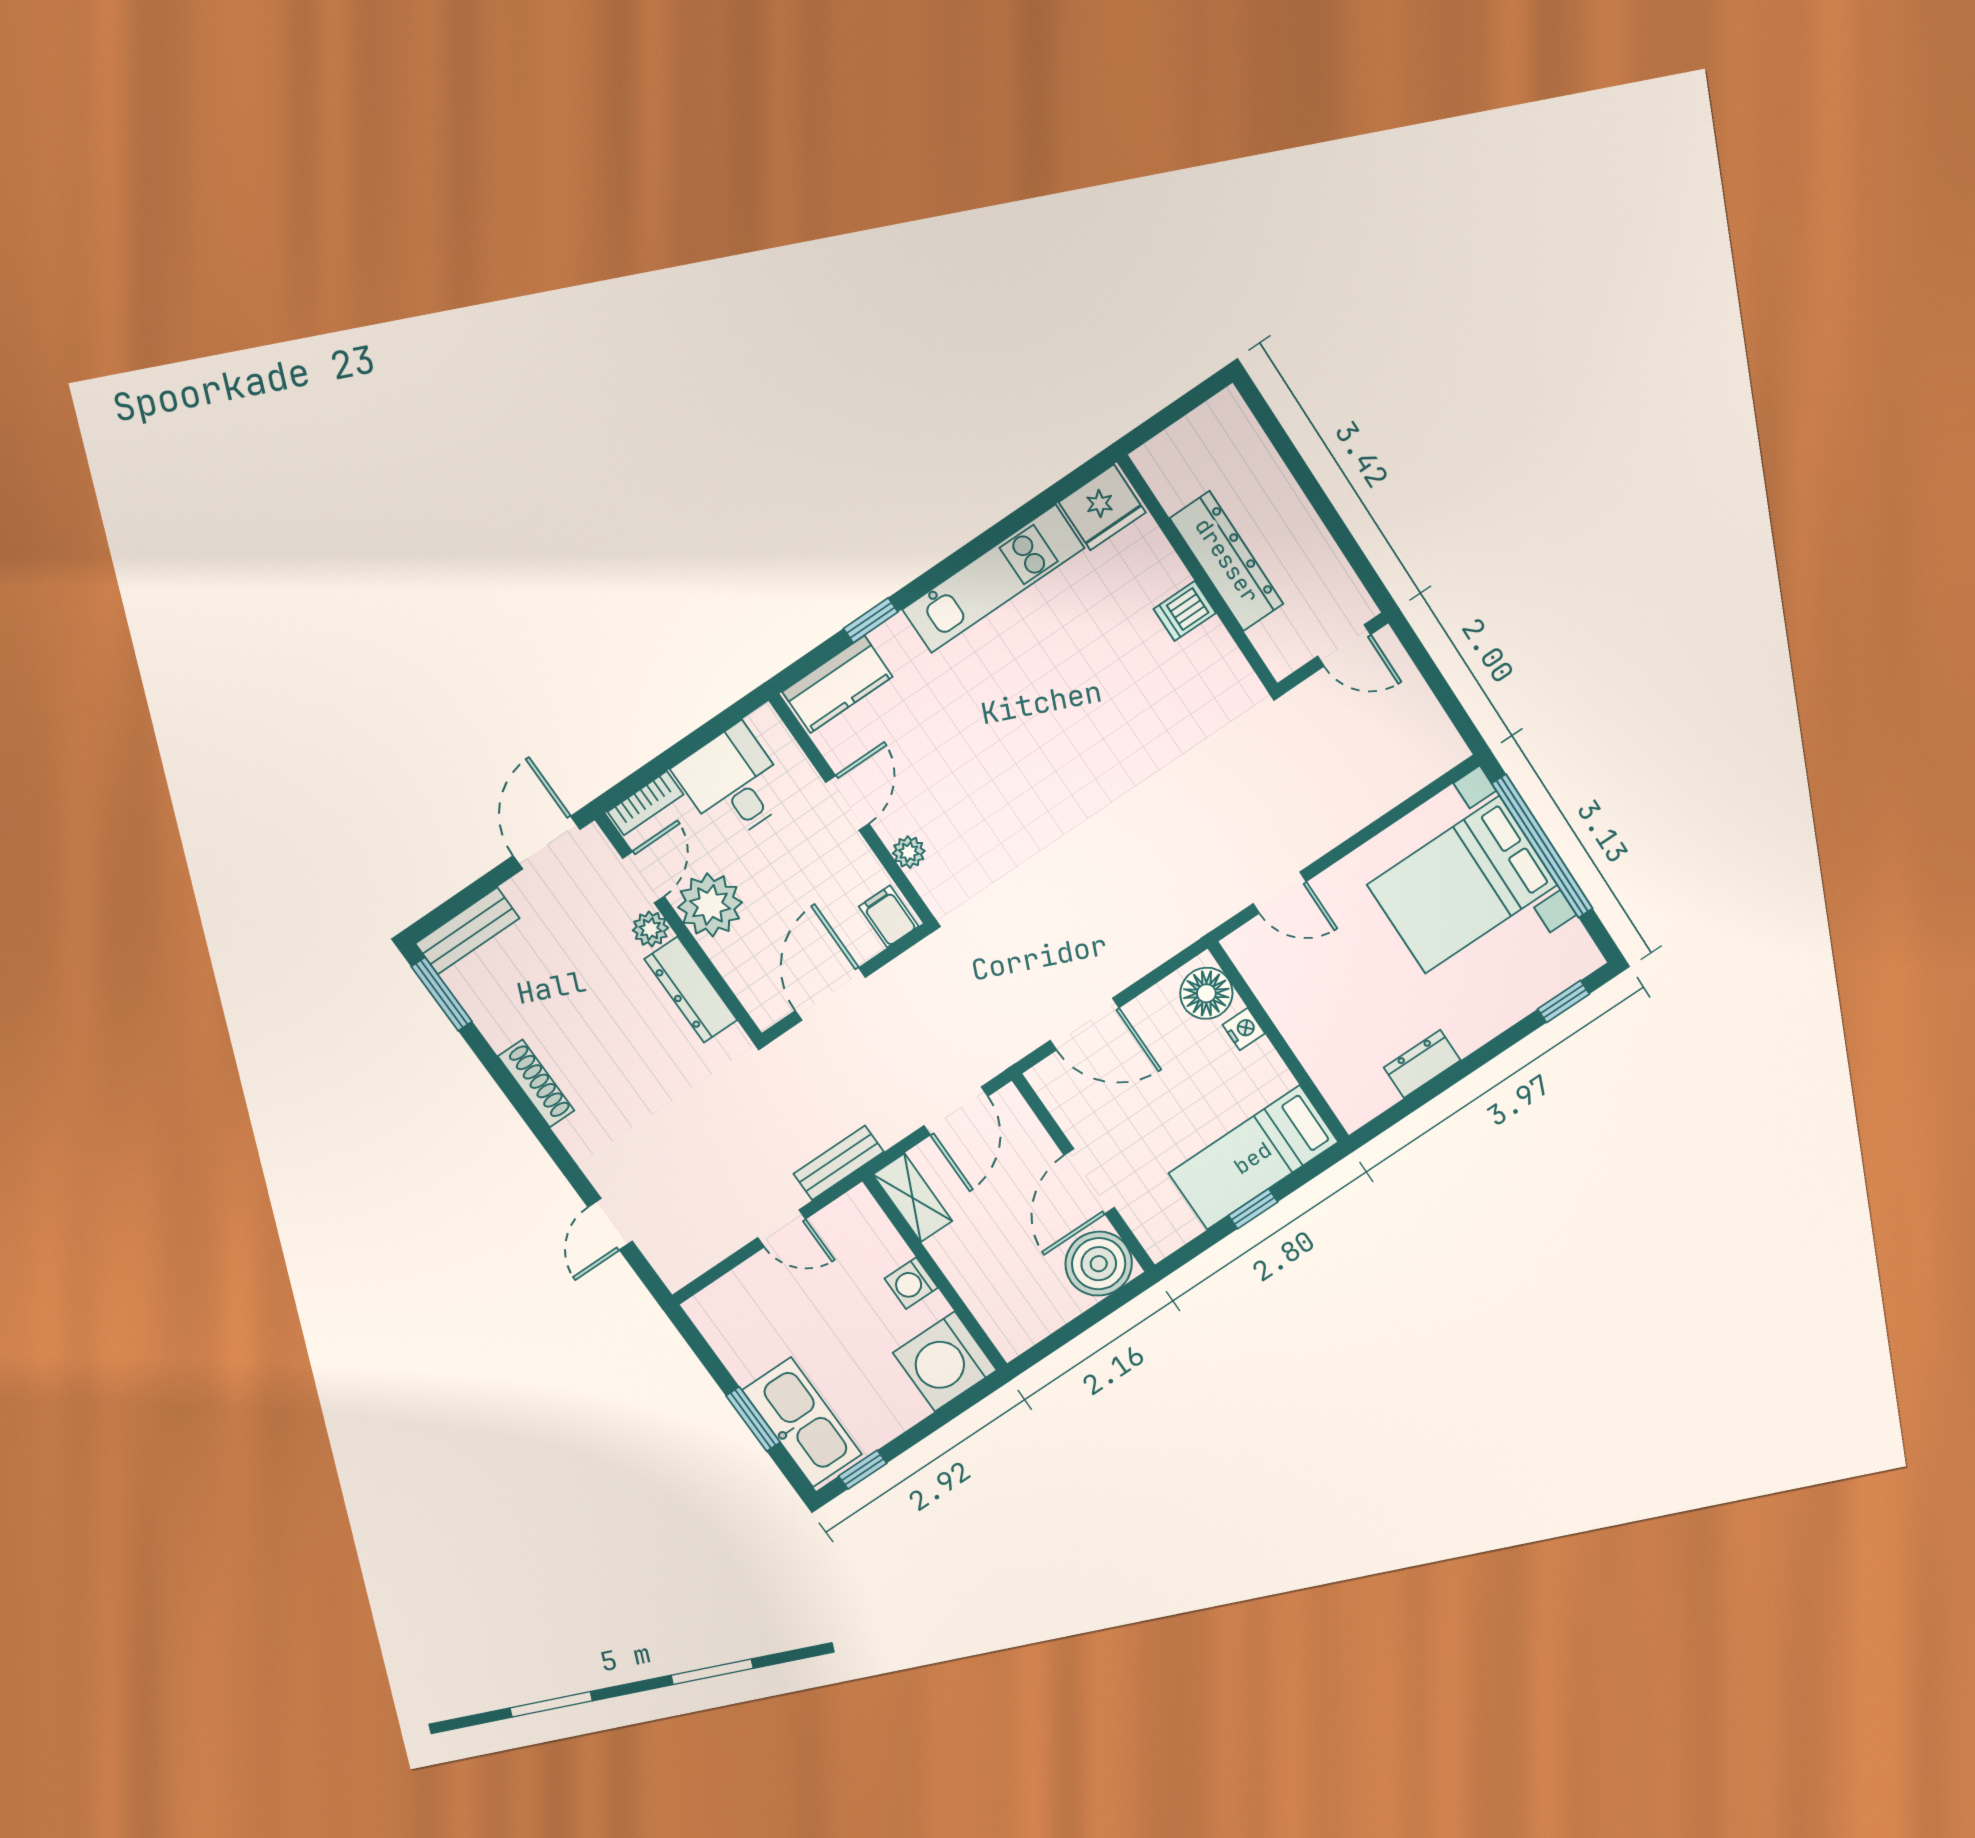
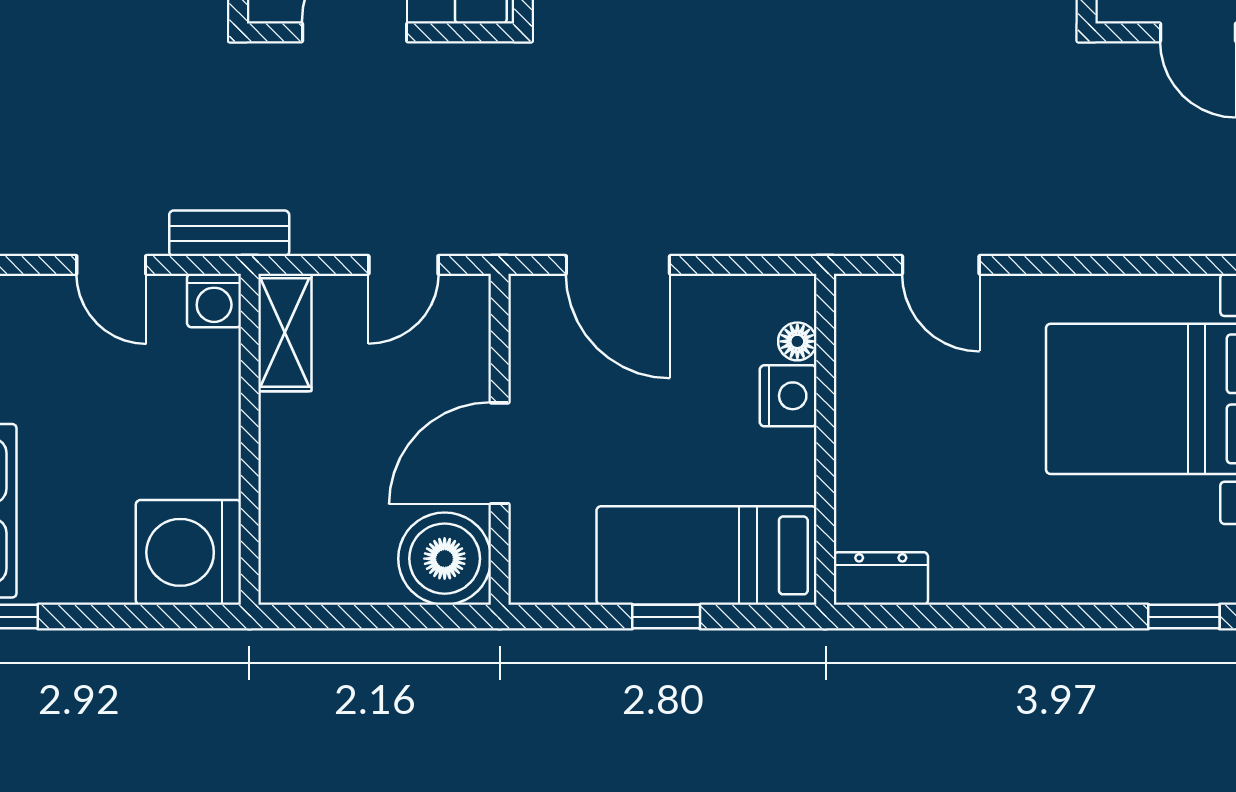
floor lamp: (1206, 993) -> (797, 341), width x0.53, depth x0.53
nightstand: (1244, 1029) -> (788, 396), width x1.39, depth x1.35
dresser: (1422, 1064) -> (881, 578), moved
door: (956, 1111) -> (403, 265), width x0.73
washing machine: (911, 1283) -> (214, 301), moved, turned -90

